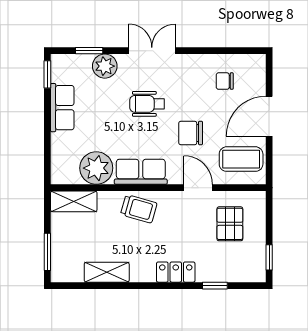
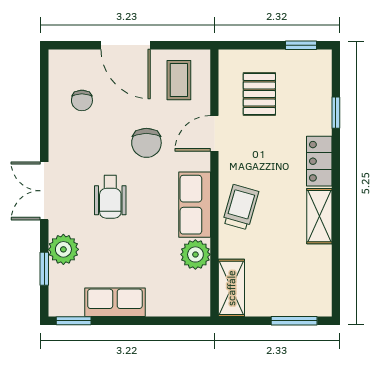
coffee table: (241, 159) -> (179, 80), width x0.73, depth x0.77
plant: (96, 168) -> (195, 254), width x0.73, depth x0.73
pallet: (230, 224) -> (259, 94), turned 90
shelving: (107, 272) -> (319, 216), moved

